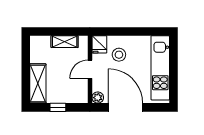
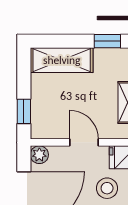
window: (26, 54) -> (107, 41), added
window: (58, 107) -> (24, 111), moved

